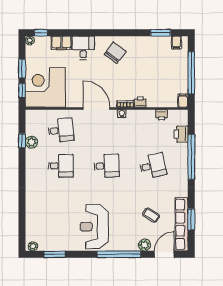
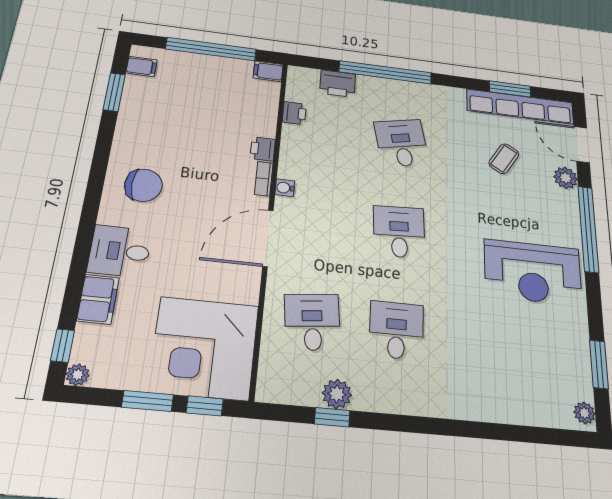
chair: (115, 53) -> (143, 185), turned 144

